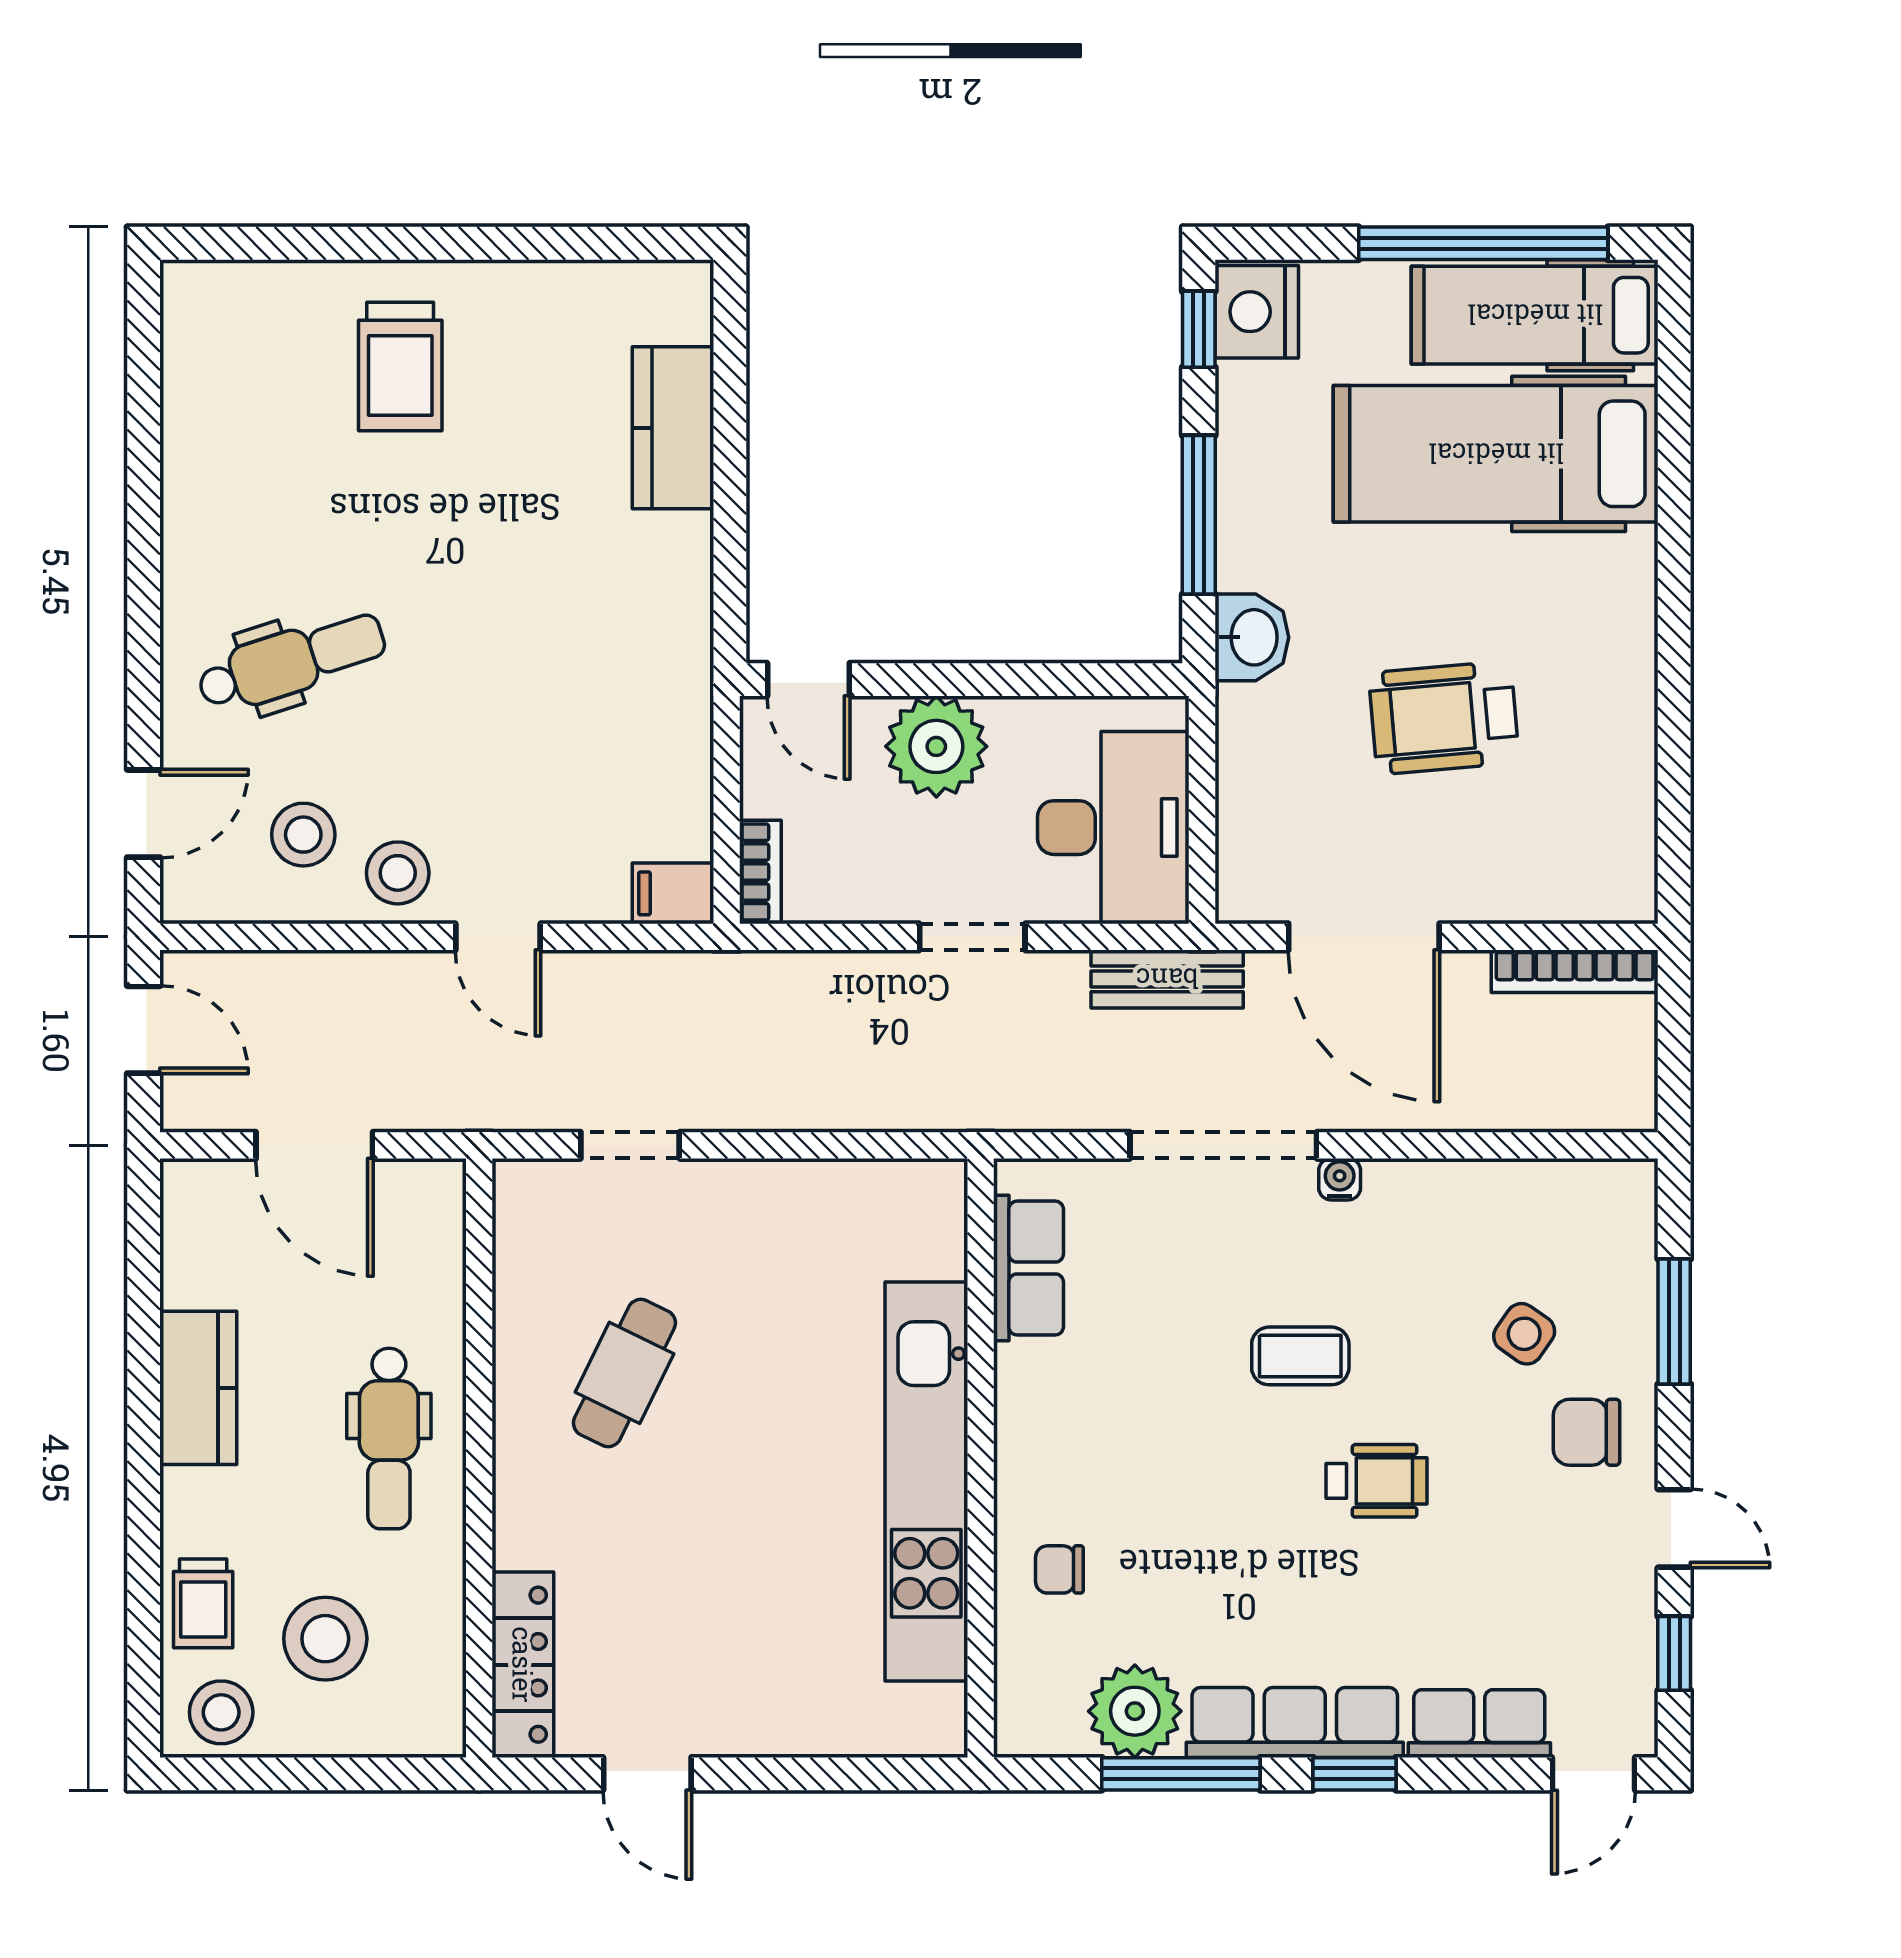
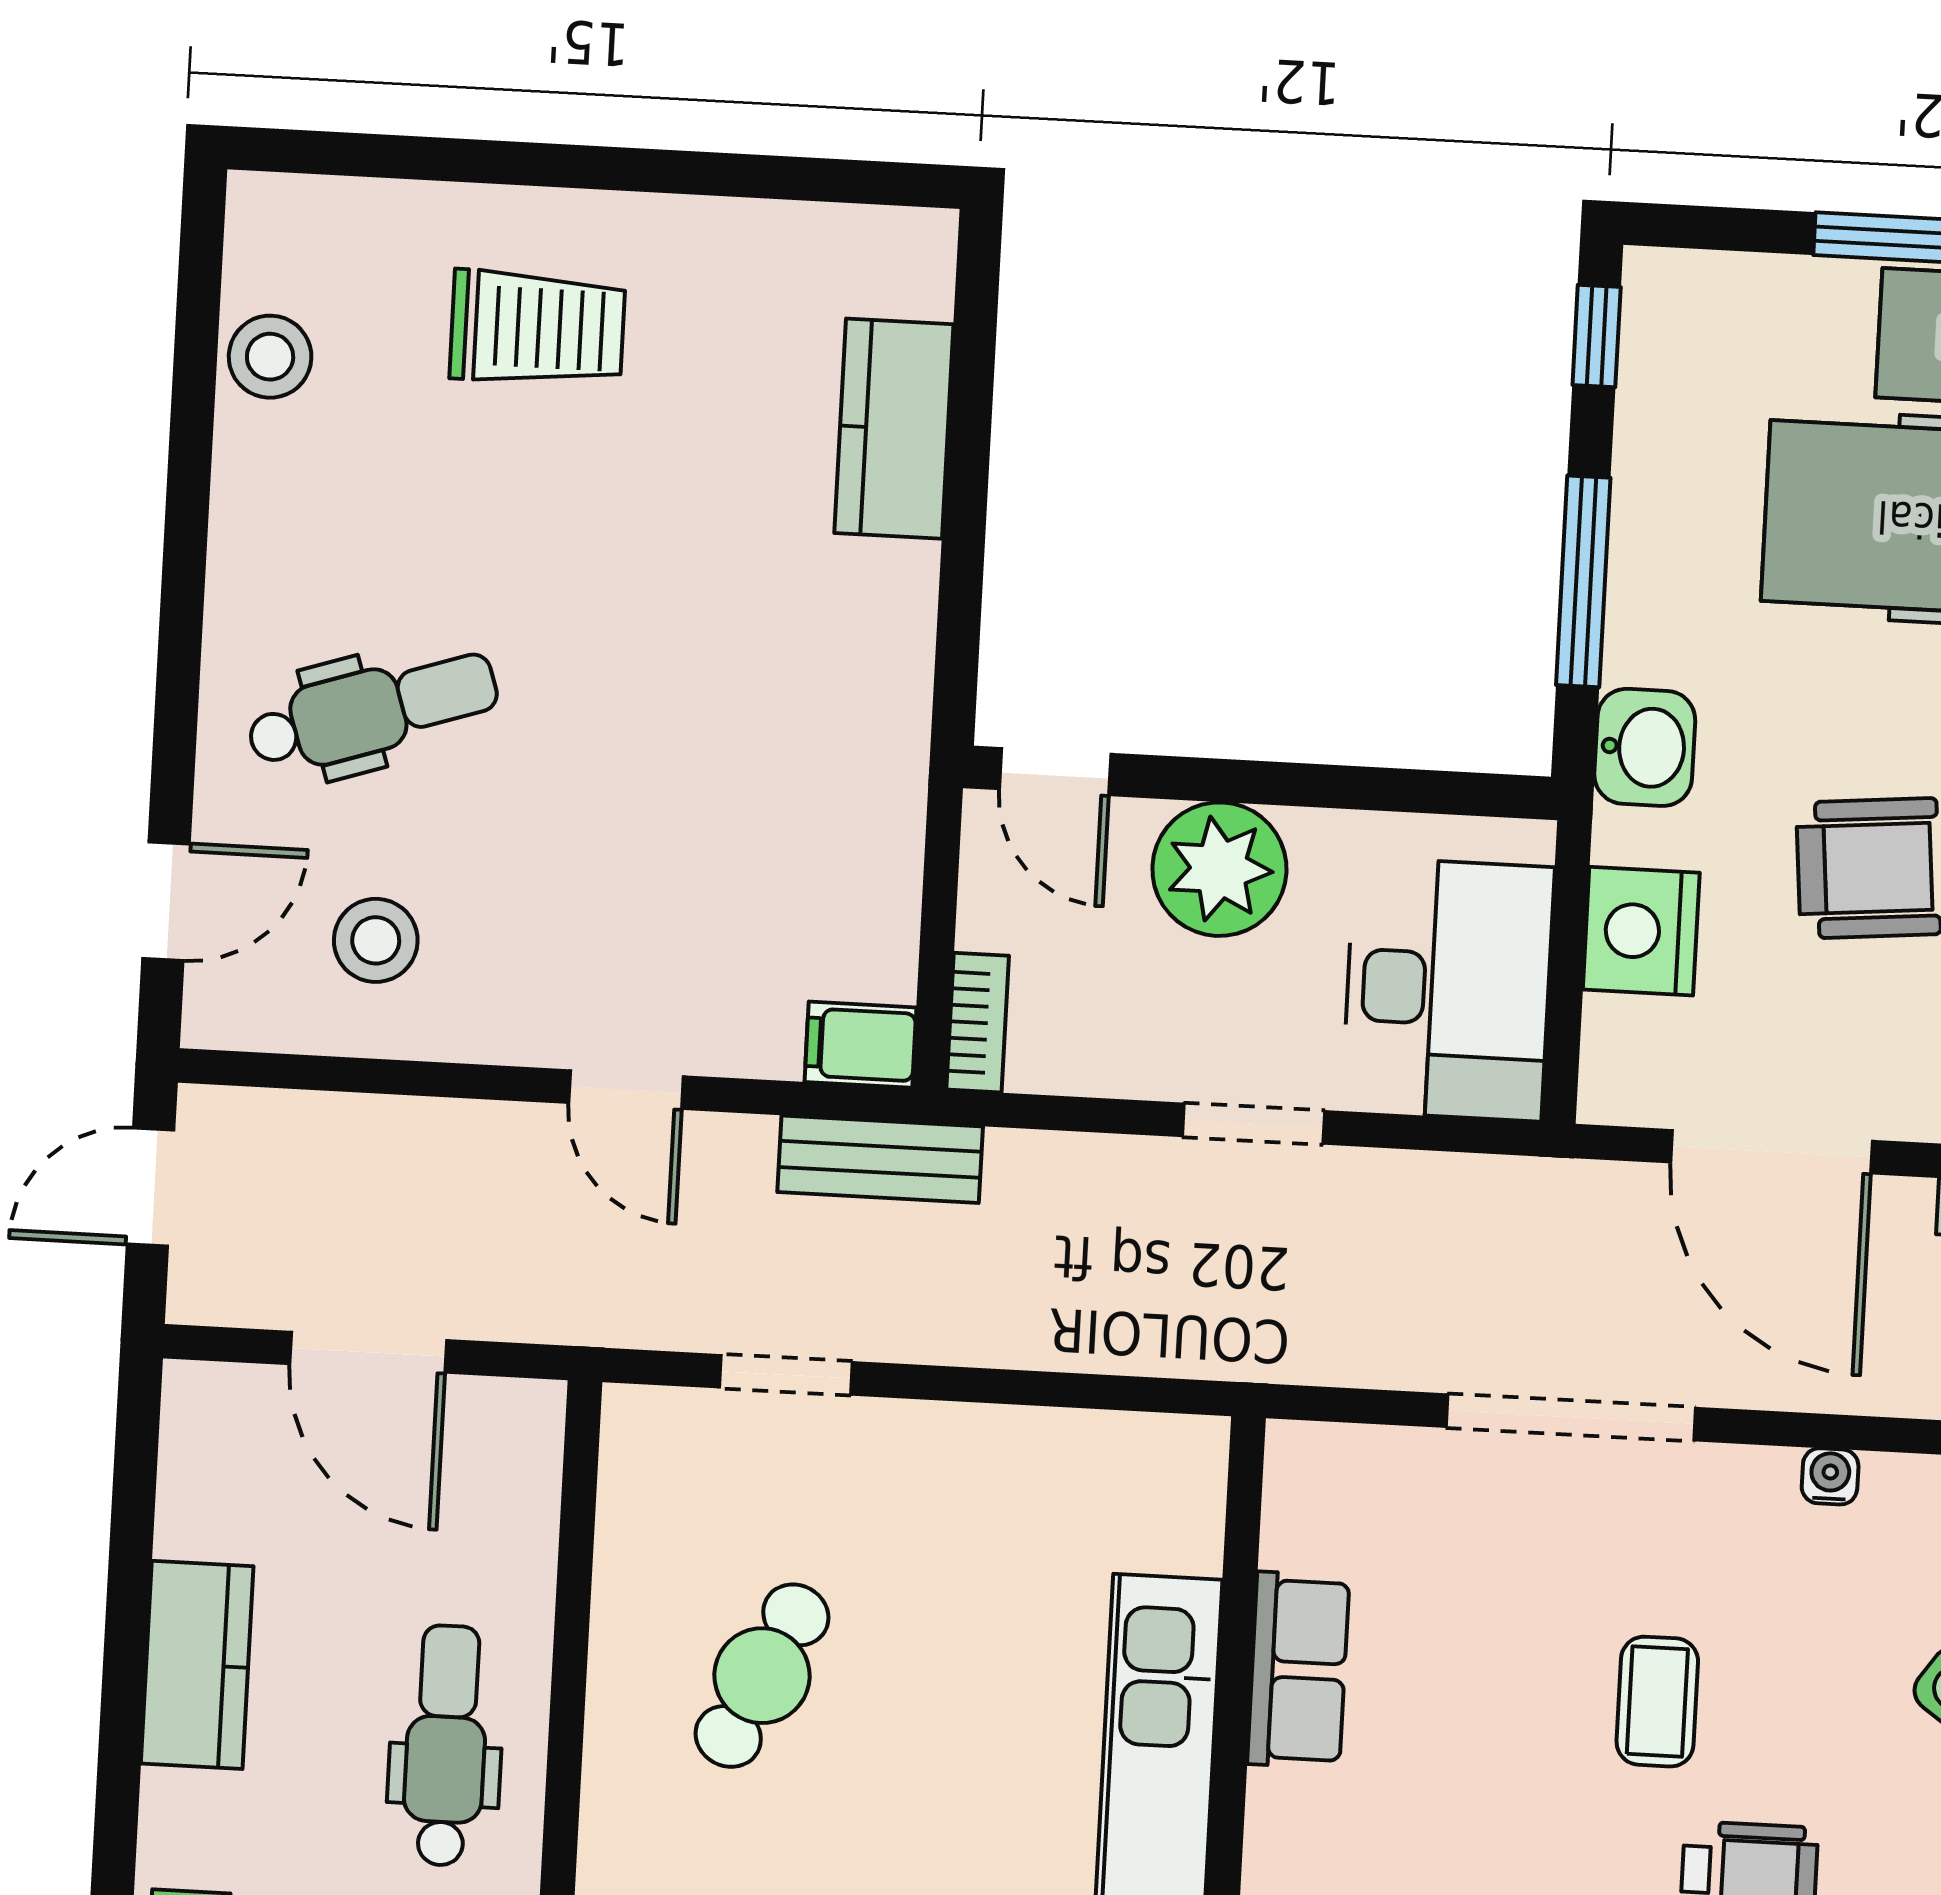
nightstand: (1257, 312) -> (1641, 931), moved
trolley: (400, 366) -> (537, 328), turned -90
stool: (398, 873) -> (270, 357), moved
bench: (1167, 979) -> (880, 1159), moved
door: (144, 1030) -> (151, 1187), swing flipped
water cooler: (1340, 1179) -> (1830, 1476), moved
row of seats: (1028, 1268) -> (1298, 1670), moved
coffee table: (1300, 1356) -> (1657, 1702), turned 90
dental chair: (389, 1439) -> (446, 1745), turned 180

